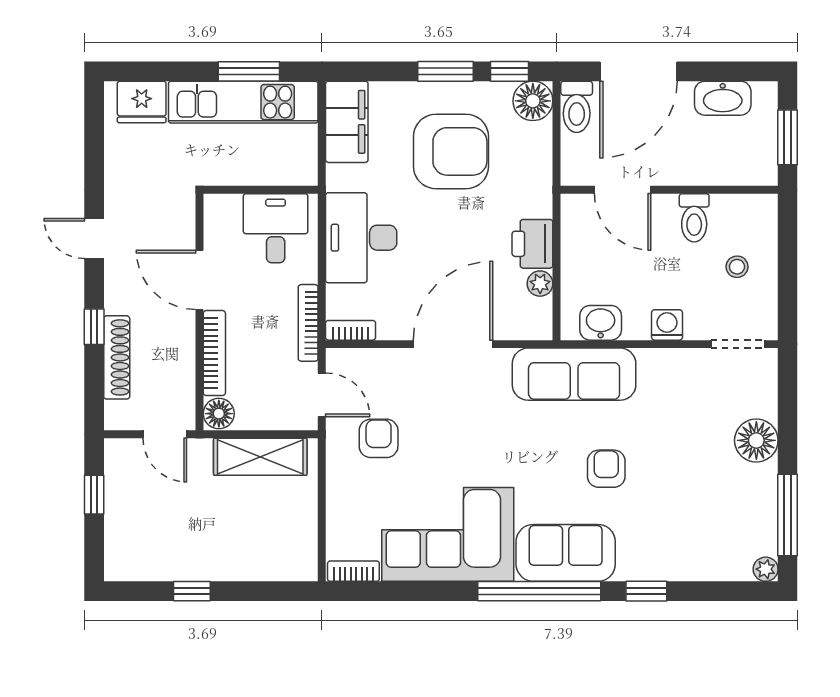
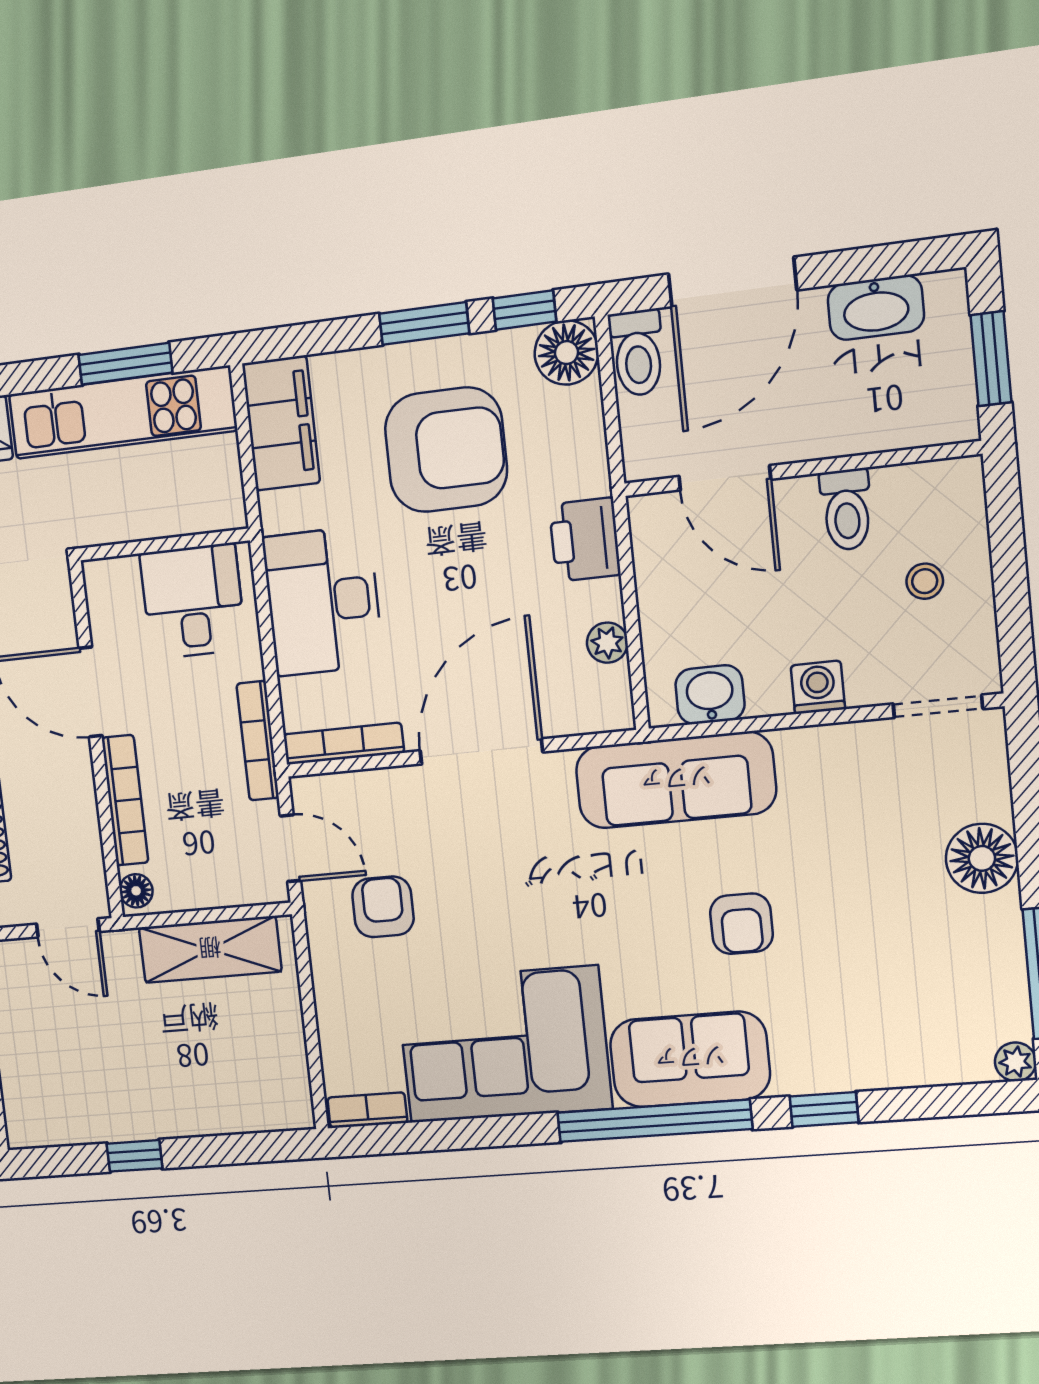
printer: (532, 244) -> (585, 540), moved
bookcase: (351, 330) -> (344, 744), width x1.56
floor lamp: (219, 414) -> (136, 891), width x0.73, depth x0.73
armchair: (606, 469) -> (741, 924), turned 180

